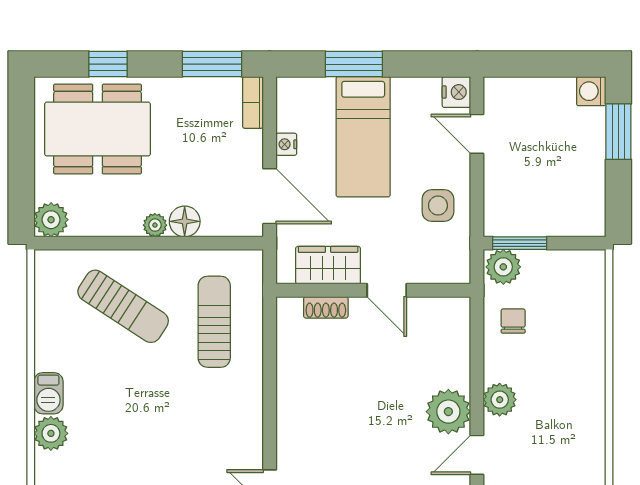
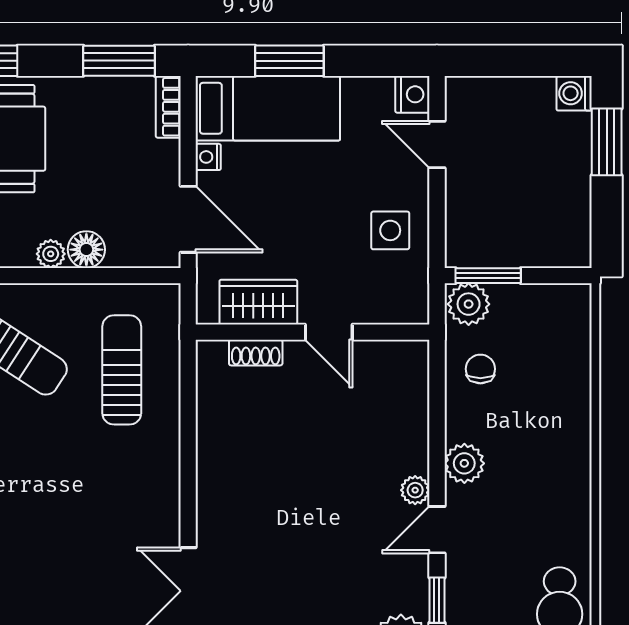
bed: (363, 137) -> (268, 108), moved, turned -90
plant: (448, 412) -> (415, 490), width x0.53, depth x0.53

